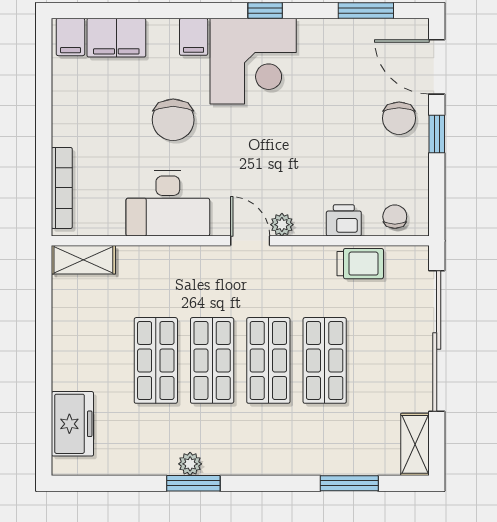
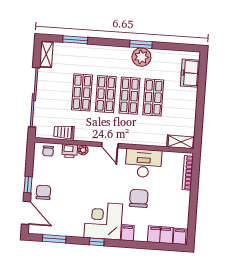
plant: (282, 225) -> (83, 150), moved
plant: (190, 464) -> (141, 57), width x1.88, depth x1.88

